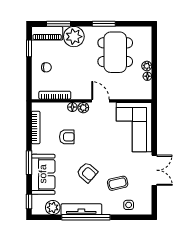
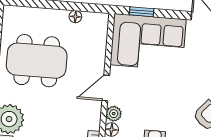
plant: (147, 66) -> (60, 16), removed
window: (154, 121) -> (142, 12), added

